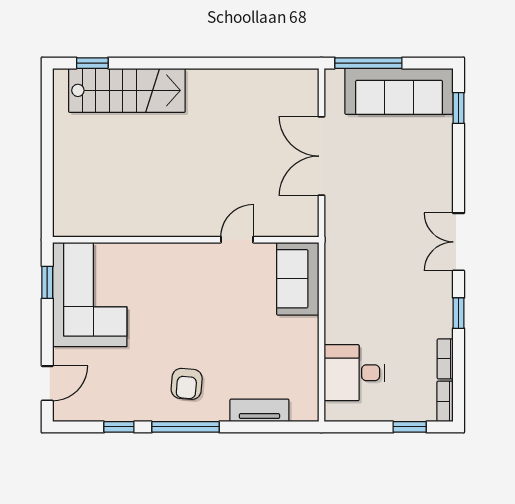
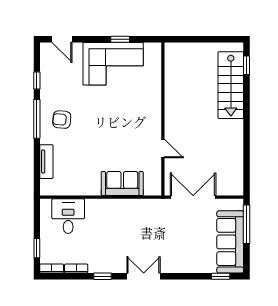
wall: (186, 240) -> (163, 119), moved
door: (237, 240) -> (163, 149), moved

